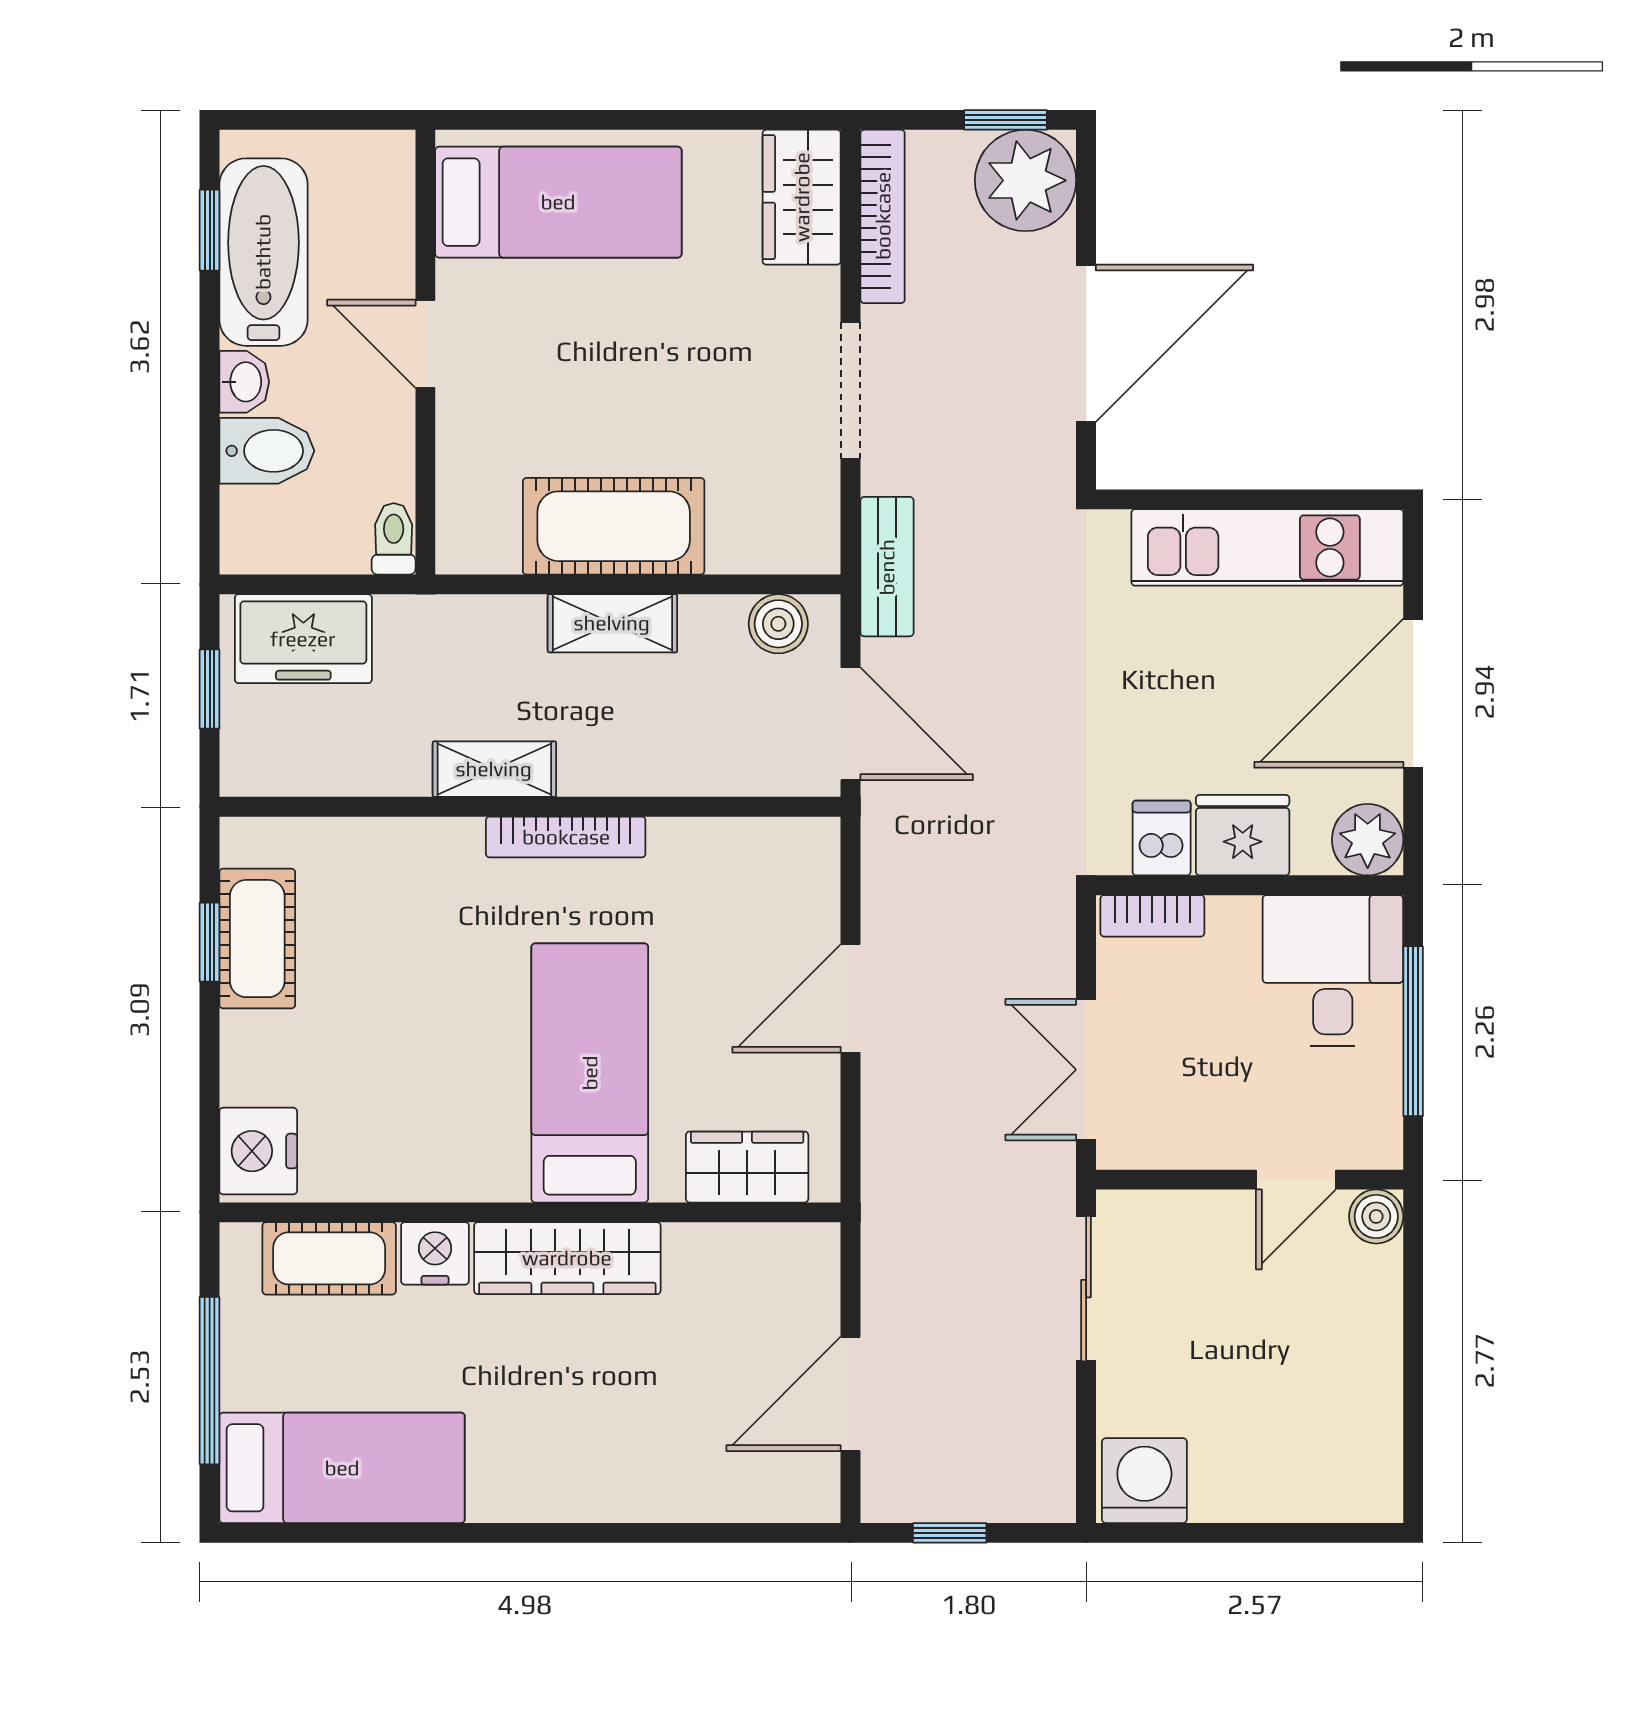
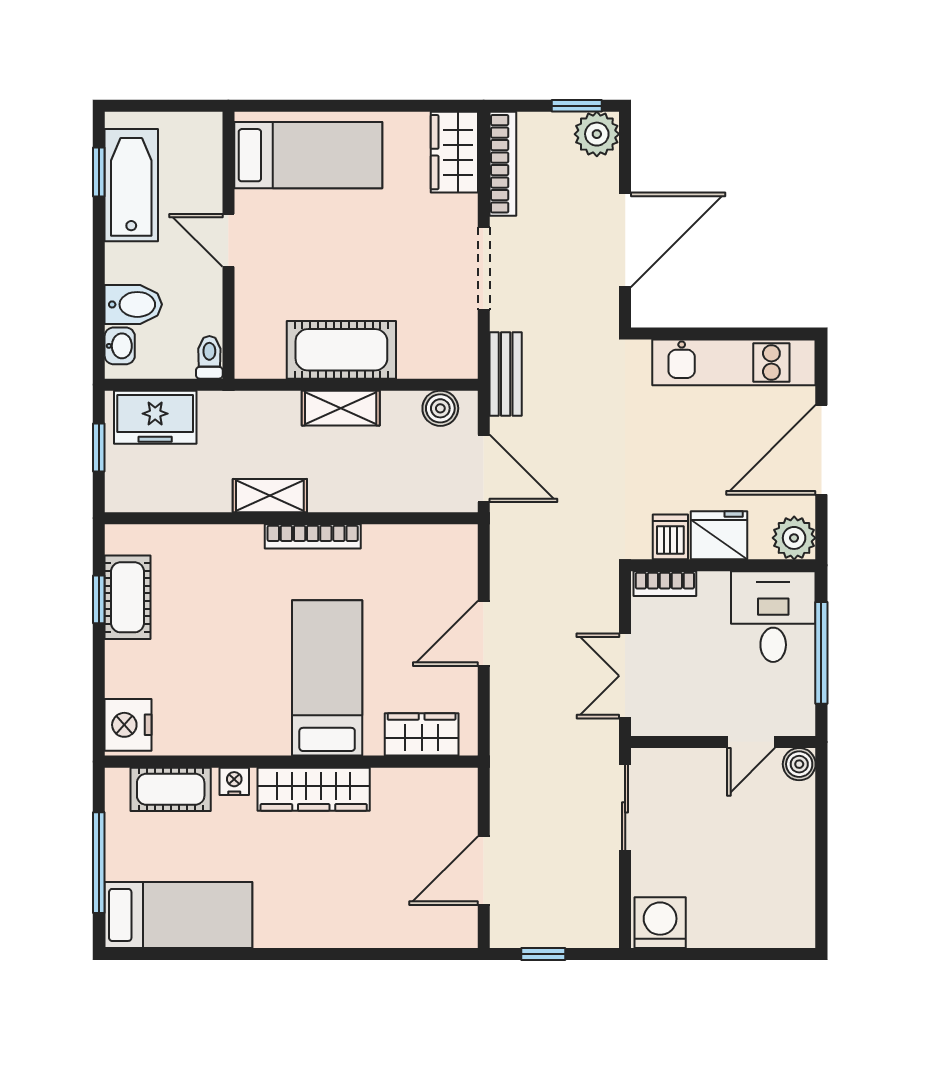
plant: (1026, 180) -> (597, 134), width x0.73, depth x0.73
washbasin: (244, 382) -> (120, 346), moved
nightstand: (435, 1253) -> (234, 781), width x0.72, depth x0.74

